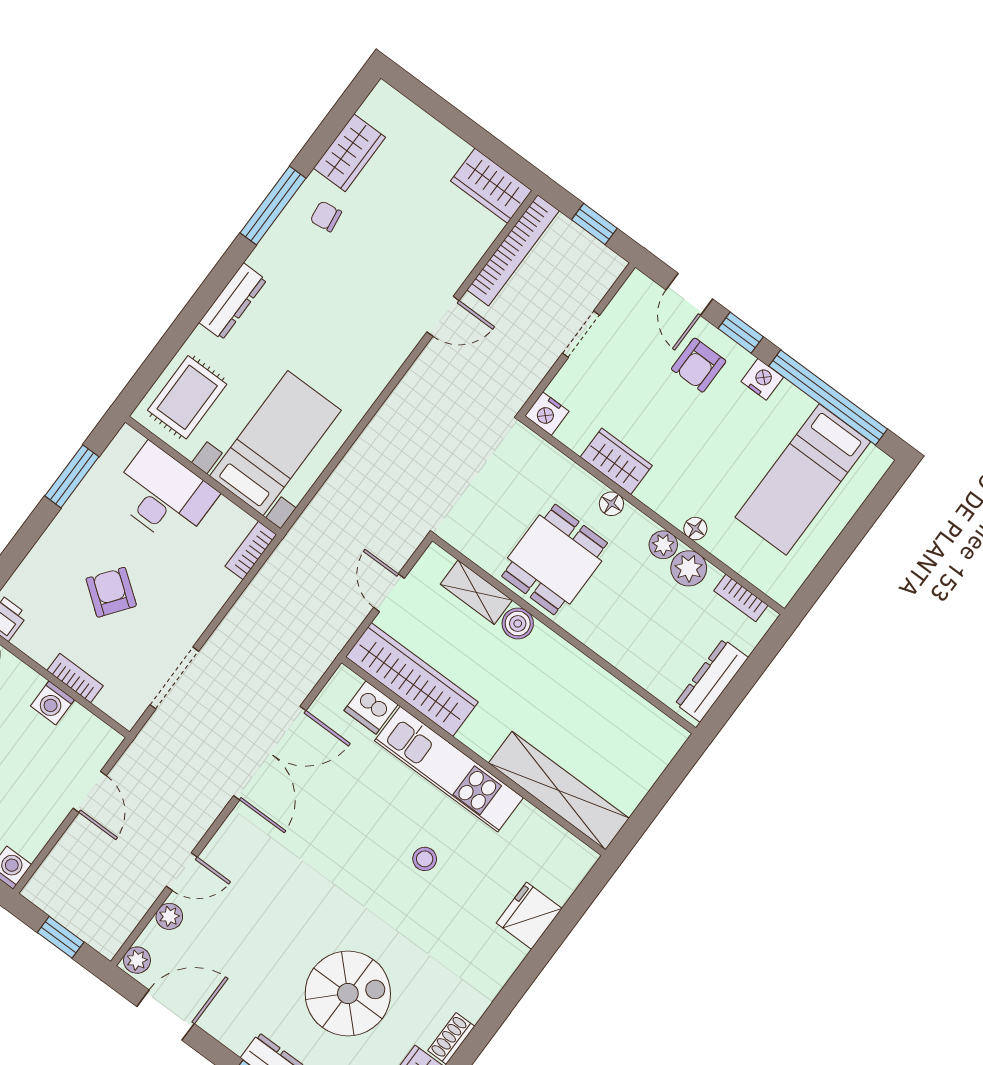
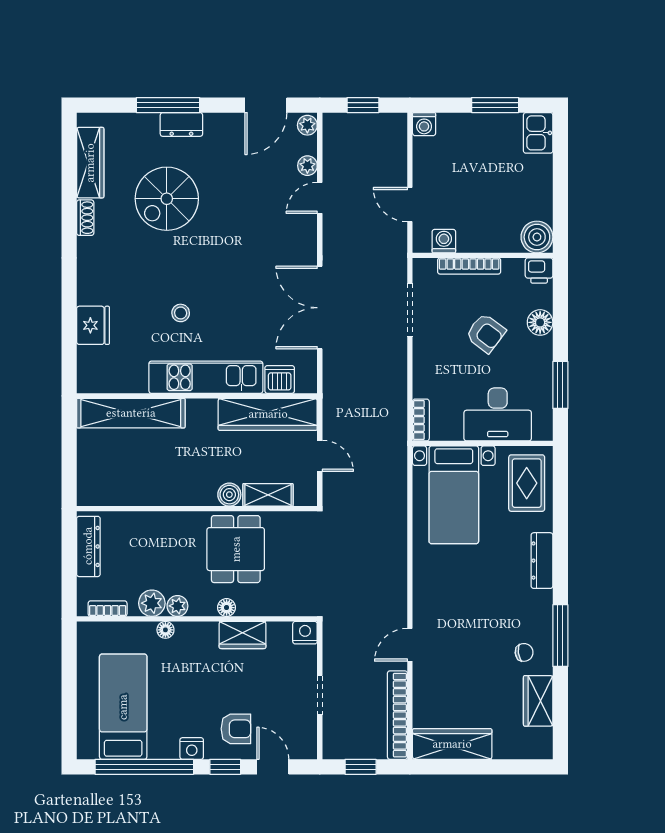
wardrobe: (491, 186) -> (452, 744), width x1.50
armchair: (699, 365) -> (236, 729), turned 90
floor lamp: (44, 560) -> (540, 322), added
bookcase: (75, 678) -> (469, 266), width x1.56
washing machine: (52, 703) -> (444, 241), moved

